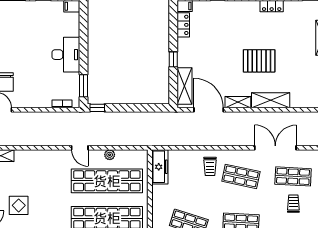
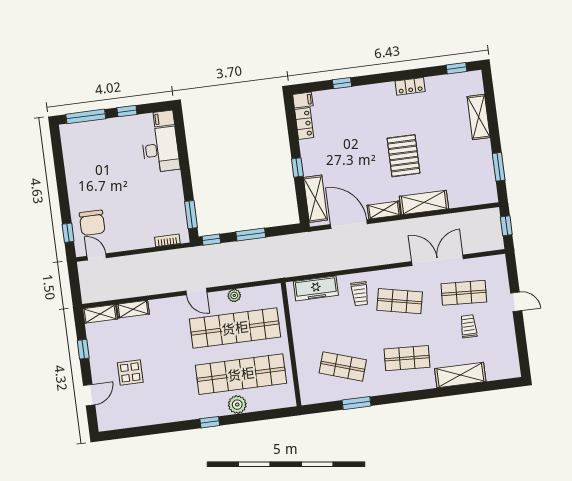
desk: (66, 55) -> (160, 150), moved
pallet: (259, 61) -> (403, 156), turned 90
window: (129, 108) -> (251, 234), added
shelving: (27, 155) -> (133, 309), added
freezer: (160, 167) -> (316, 288), moved, turned 90

